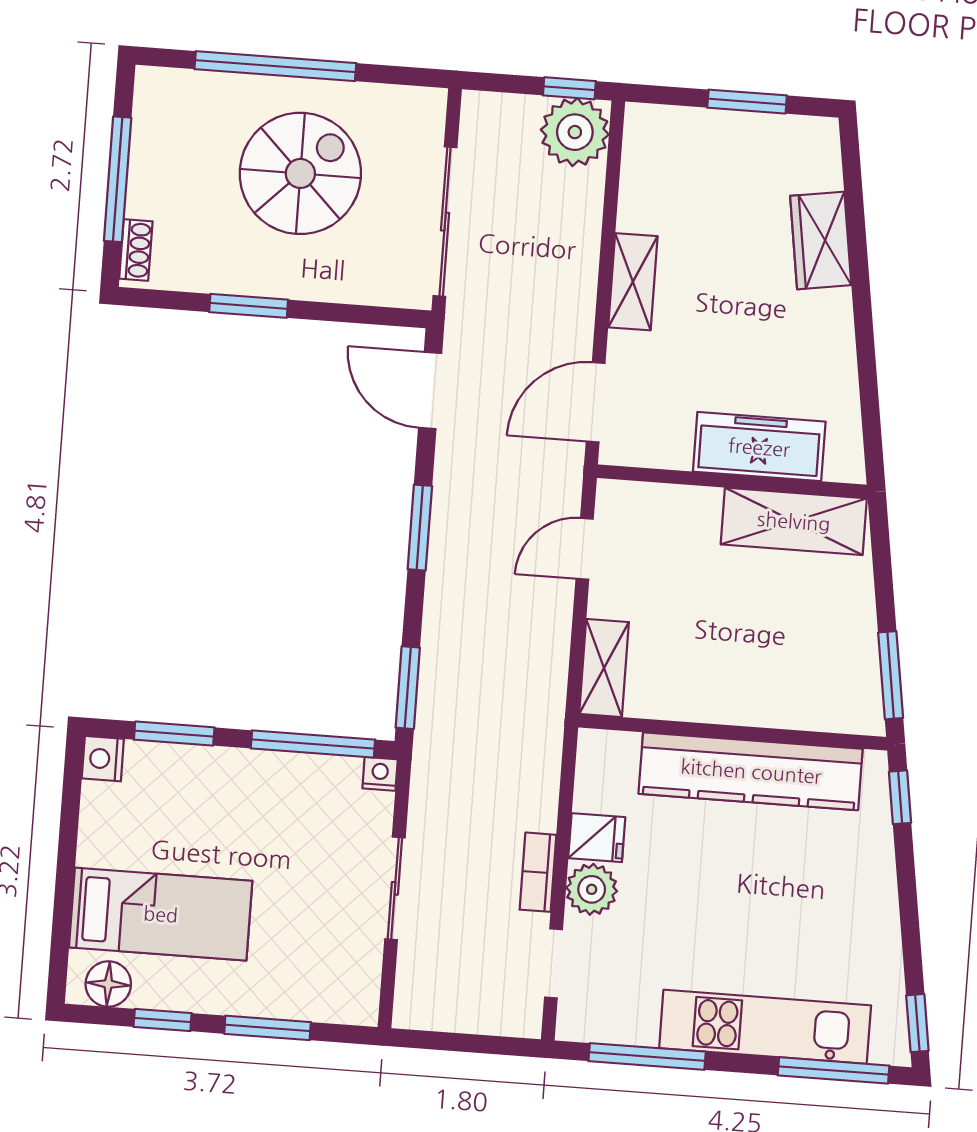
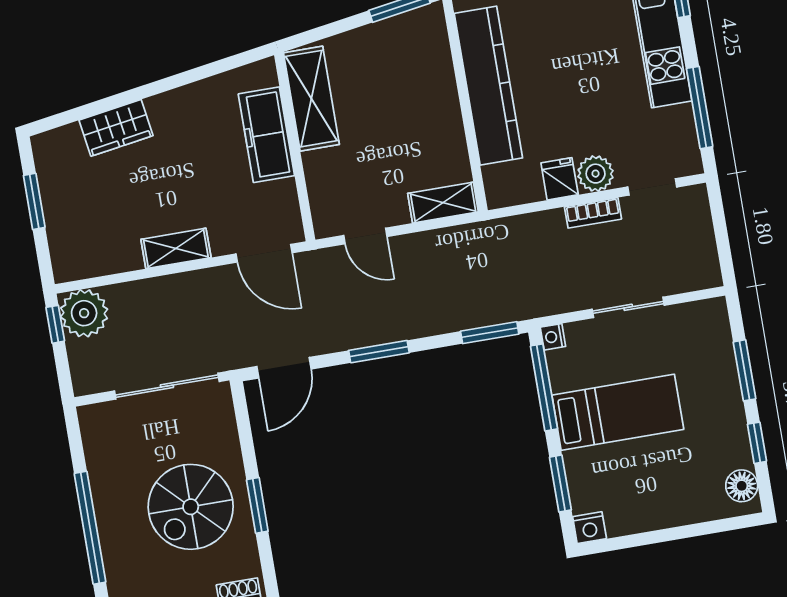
spiral stairs: (300, 173) -> (191, 507), moved, turned -90
bed: (161, 914) -> (618, 412), moved, turned 90

